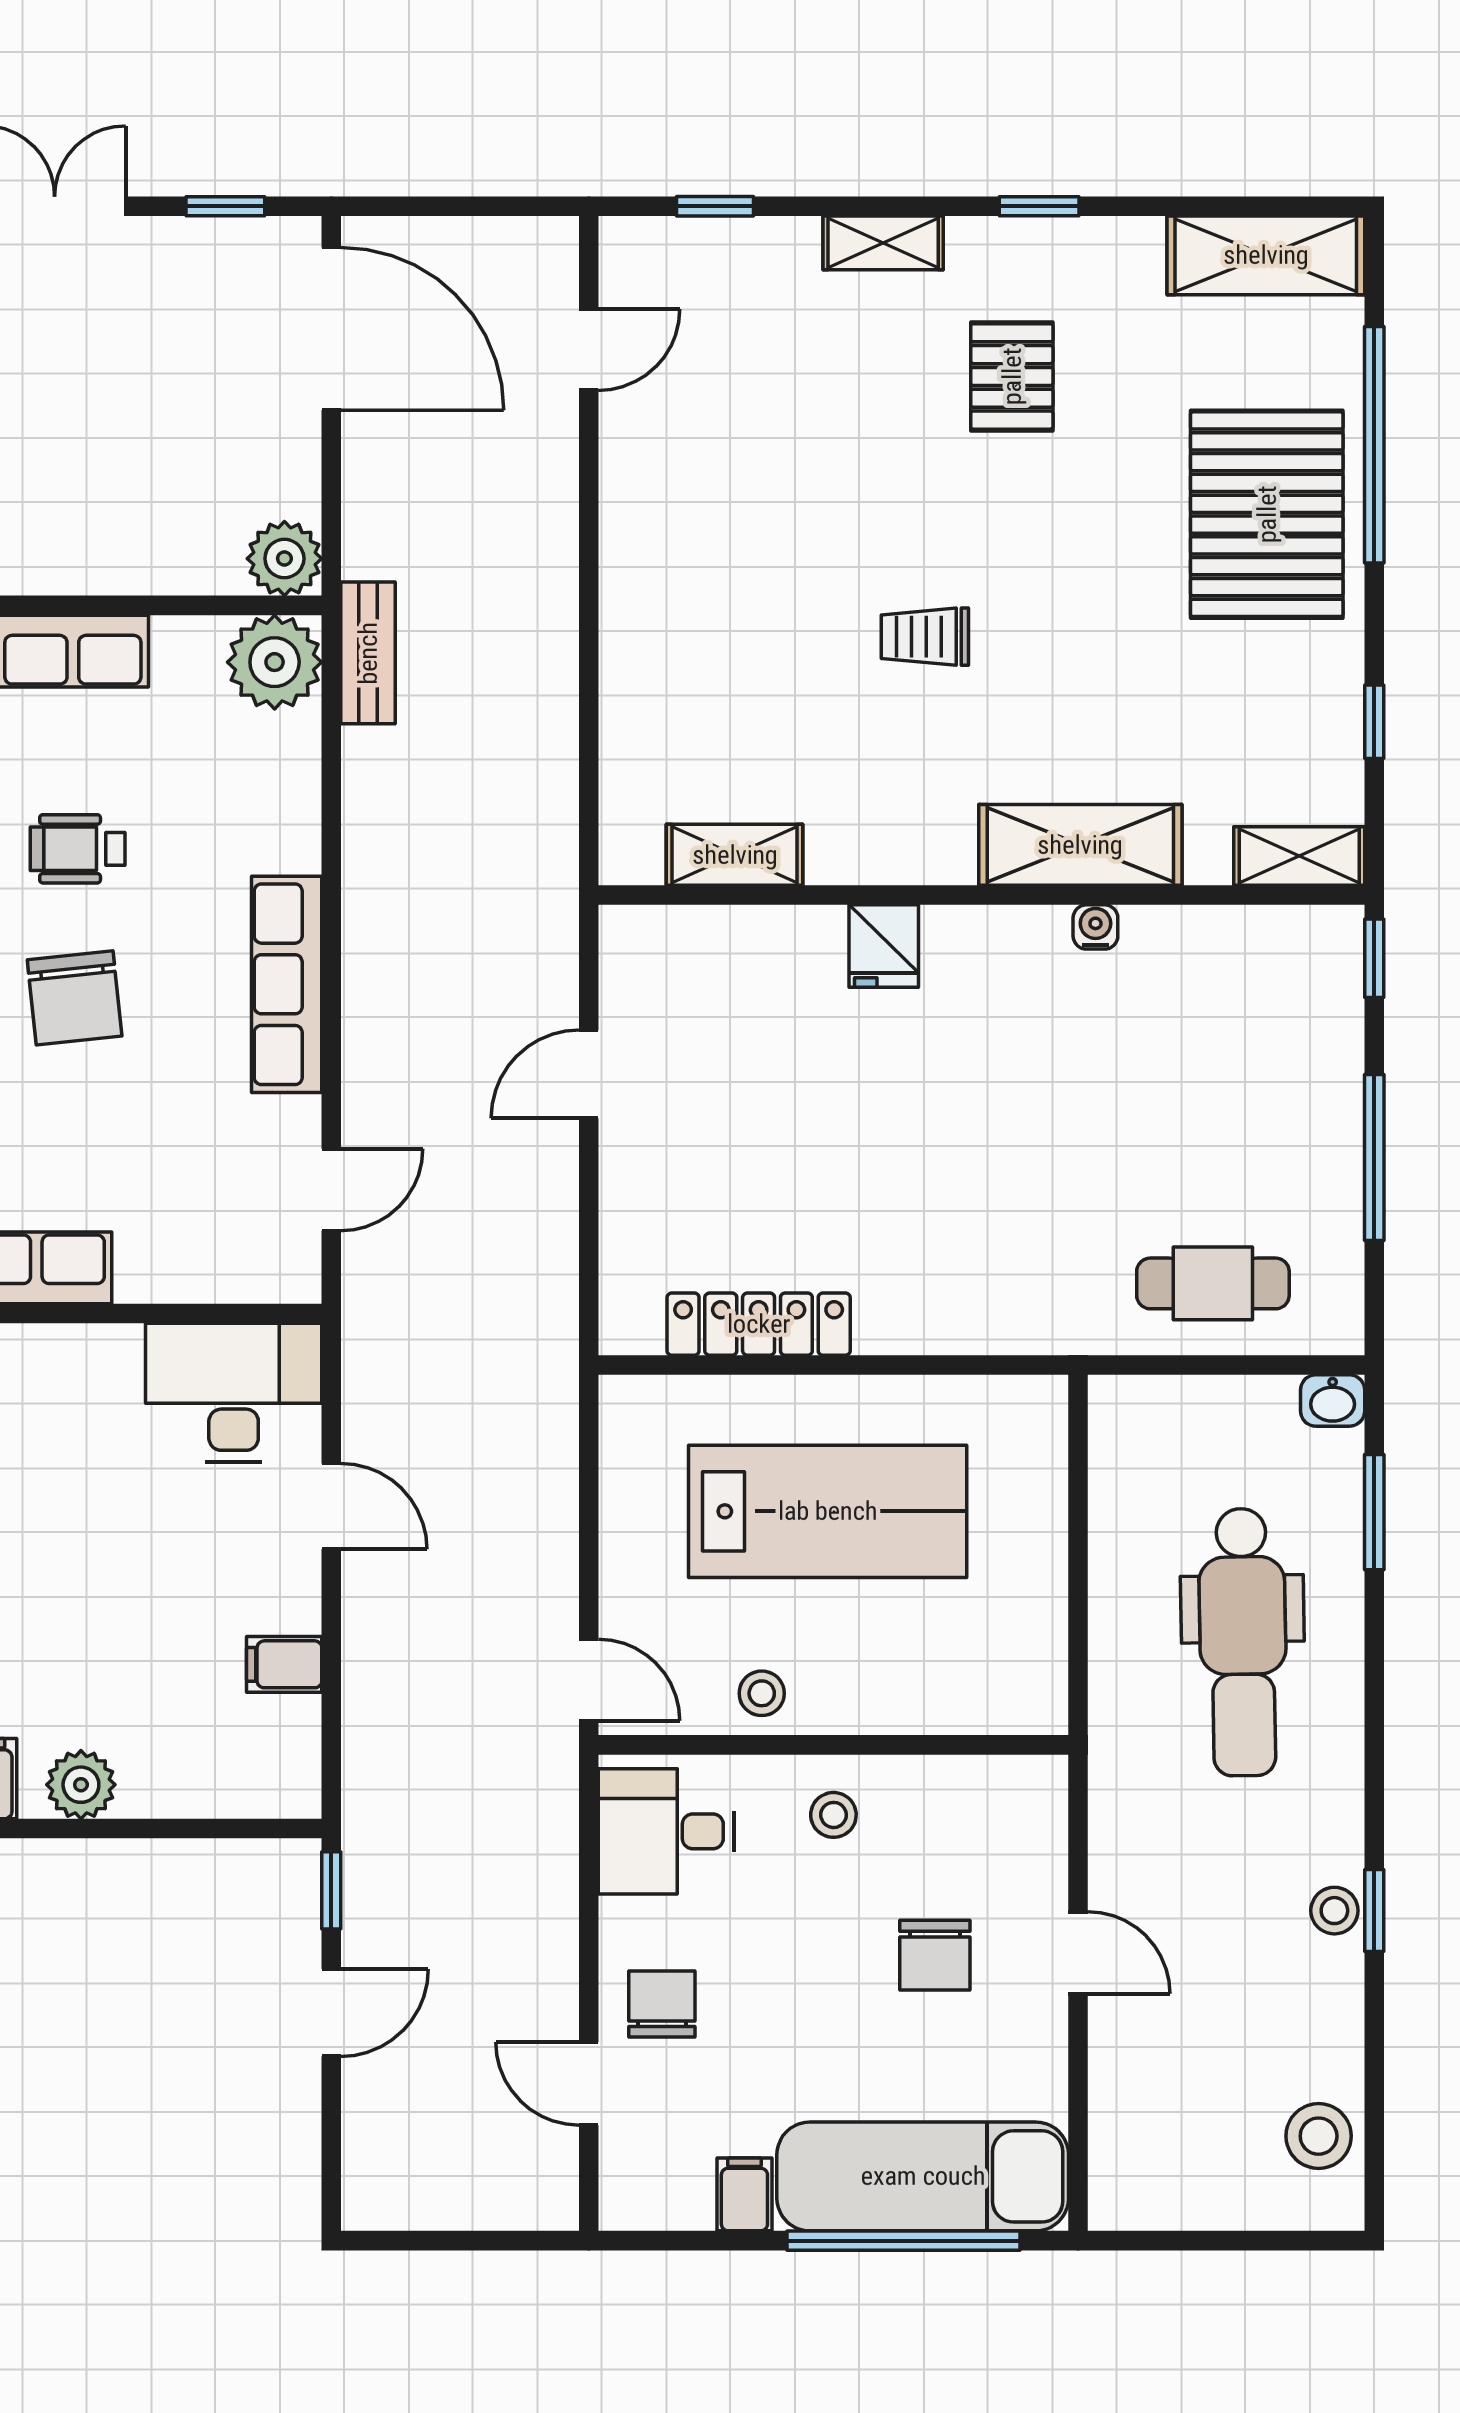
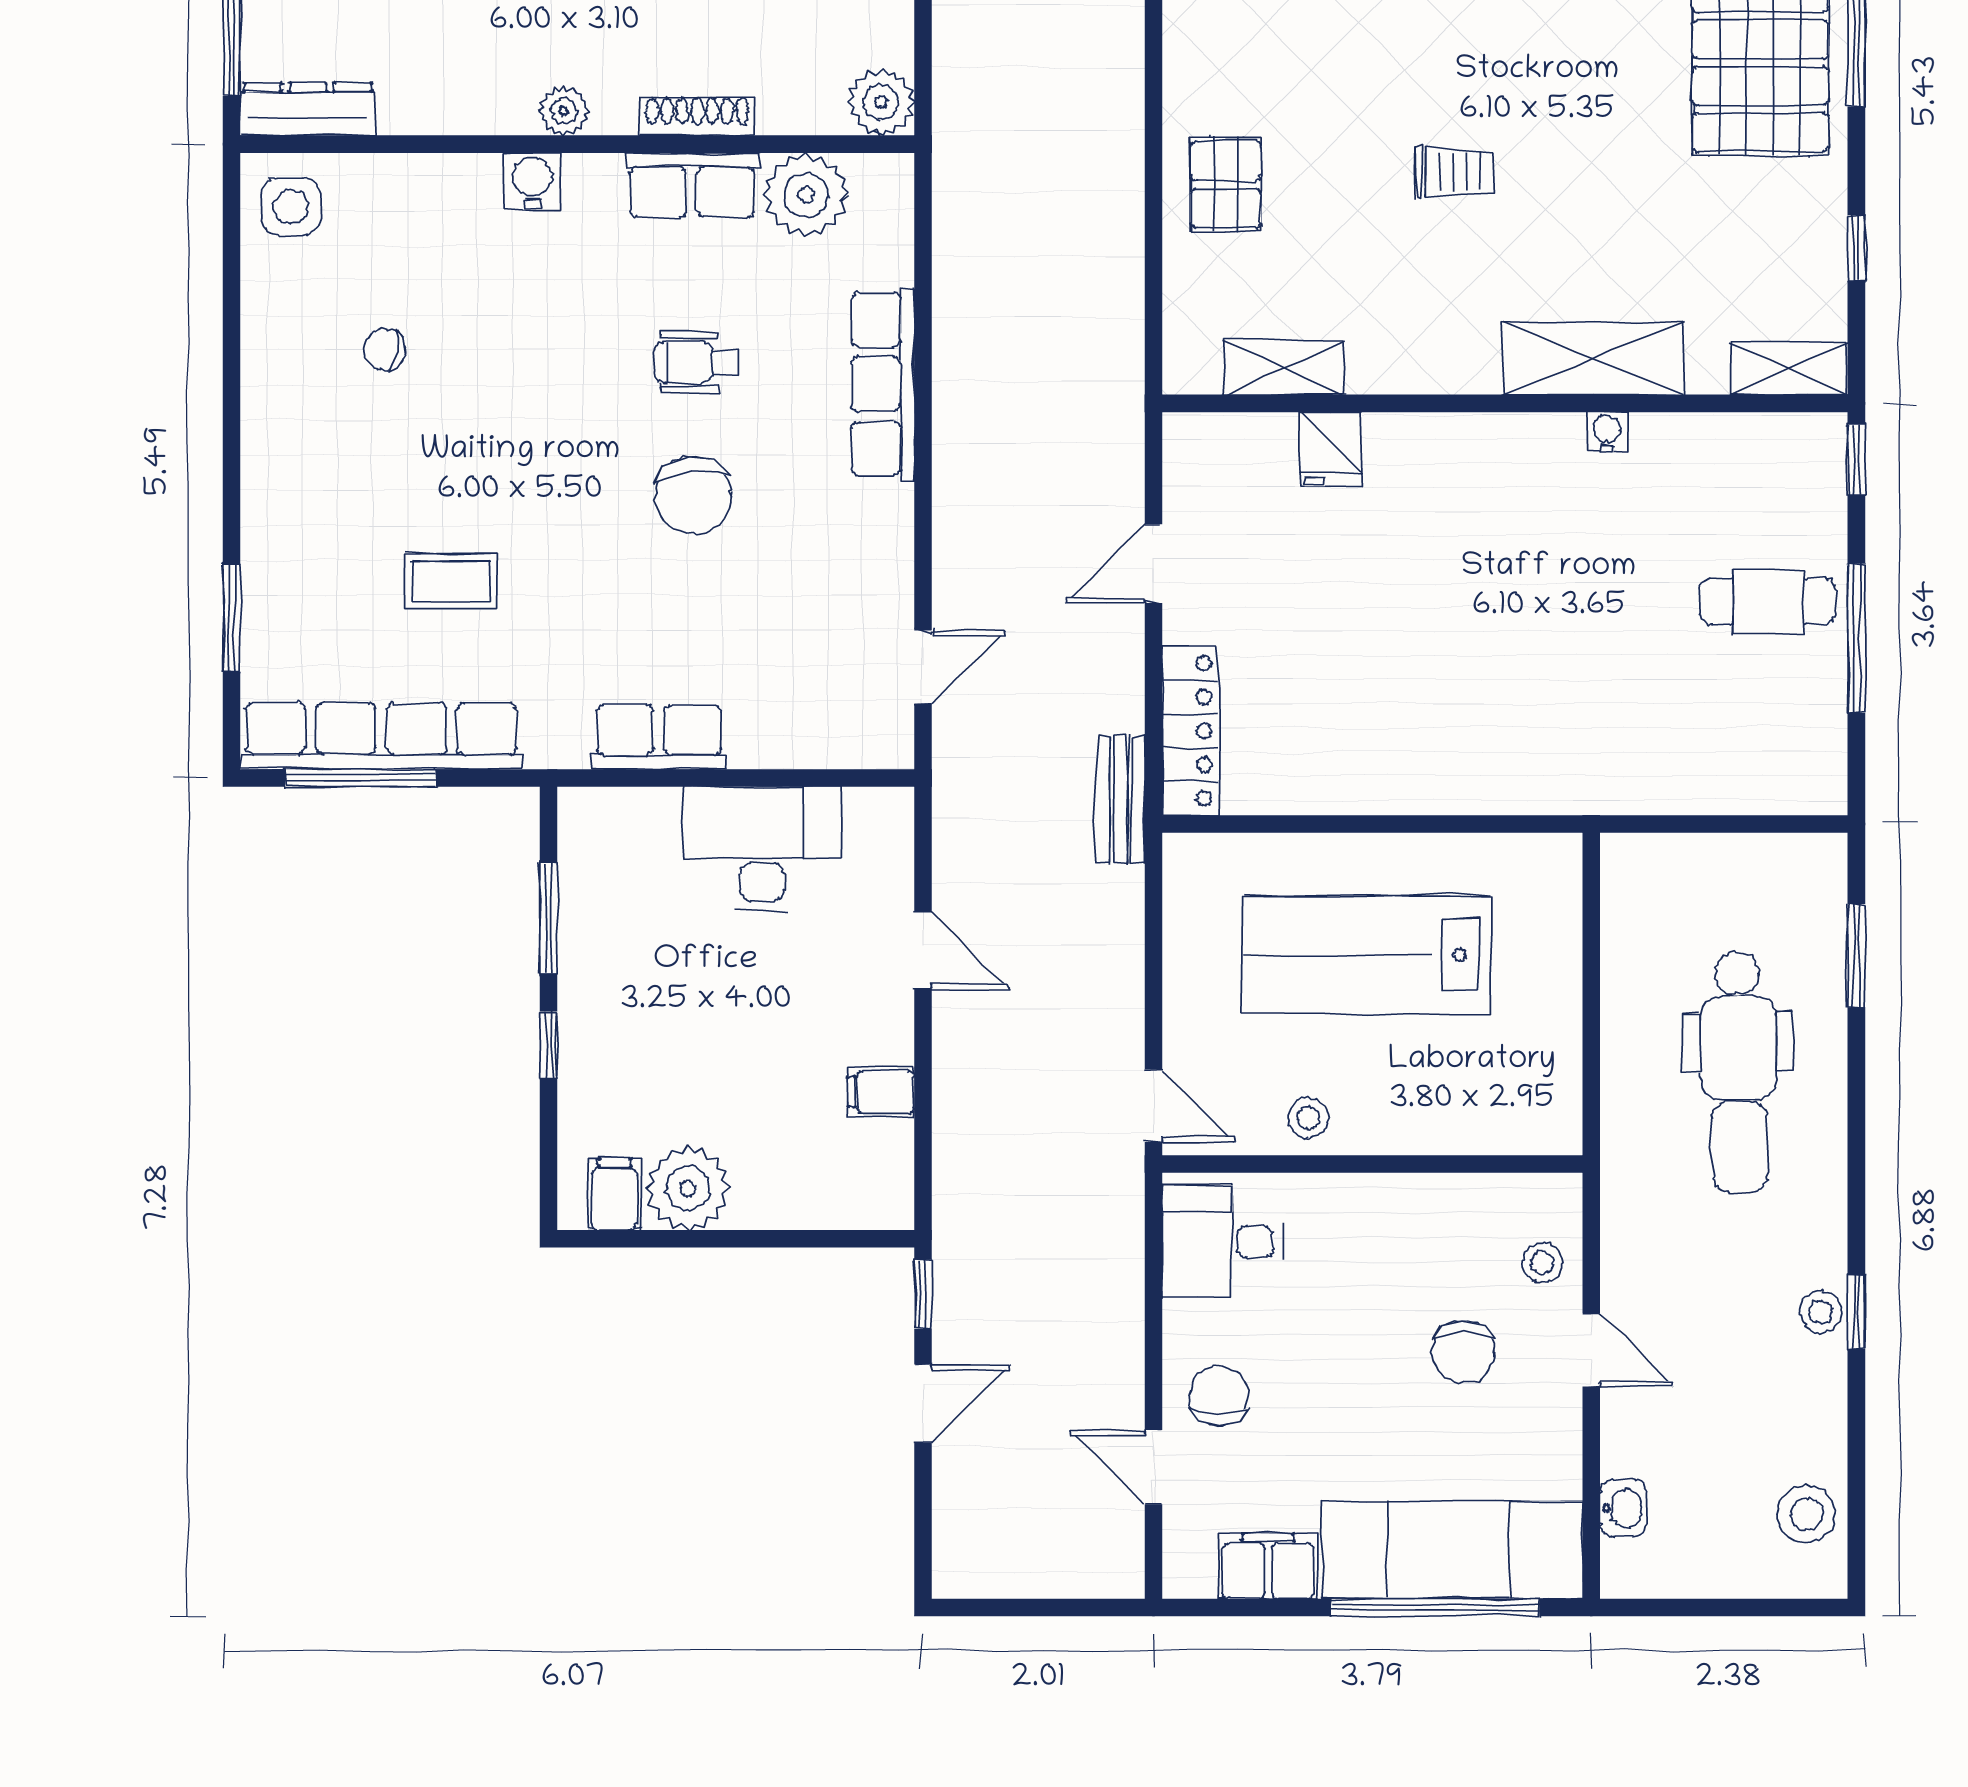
shoe rack: (79, 574) -> (697, 116), added
trolley: (925, 637) -> (1454, 172), turned 180
pallet: (670, 650) -> (1226, 184), added
bench: (368, 653) -> (1121, 799), moved
plant: (275, 662) -> (806, 195), moved
fridge: (884, 946) -> (1331, 449), moved
row of seats: (287, 984) -> (883, 384), moved
cafe table: (1213, 1283) -> (1768, 601), moved
locker: (759, 1324) -> (1190, 731), moved, turned 90
desk: (234, 1392) -> (762, 848), moved
washbasin: (1333, 1401) -> (1623, 1508), moved, turned -90
lab bench: (828, 1511) -> (1367, 955), turned 180
plant: (81, 1785) -> (688, 1188), width x1.36, depth x1.36
stool: (833, 1815) -> (1542, 1263), moved
filing cabinet: (744, 2194) -> (1268, 1566), width x2.00

